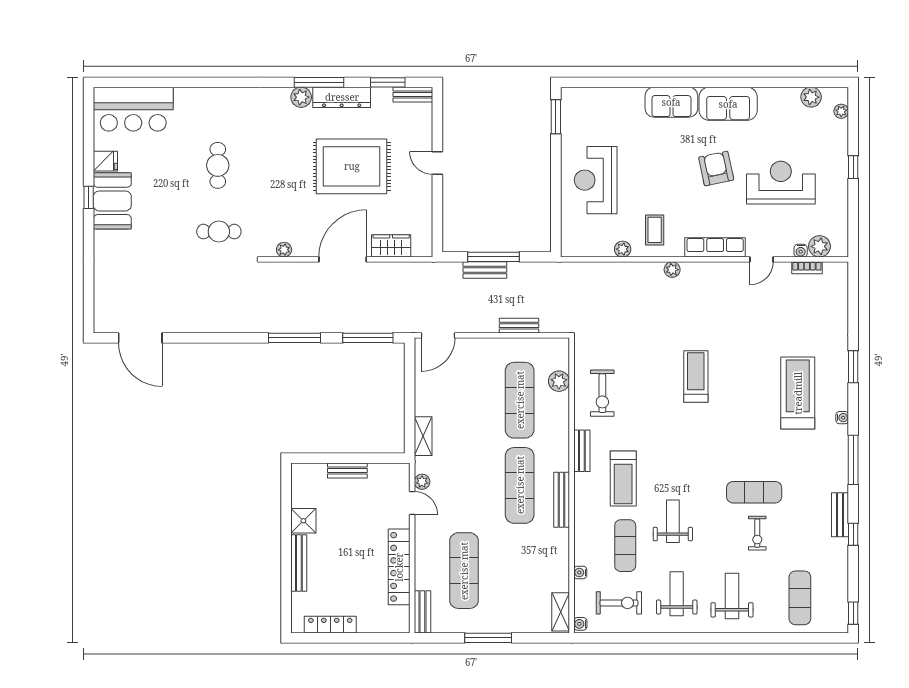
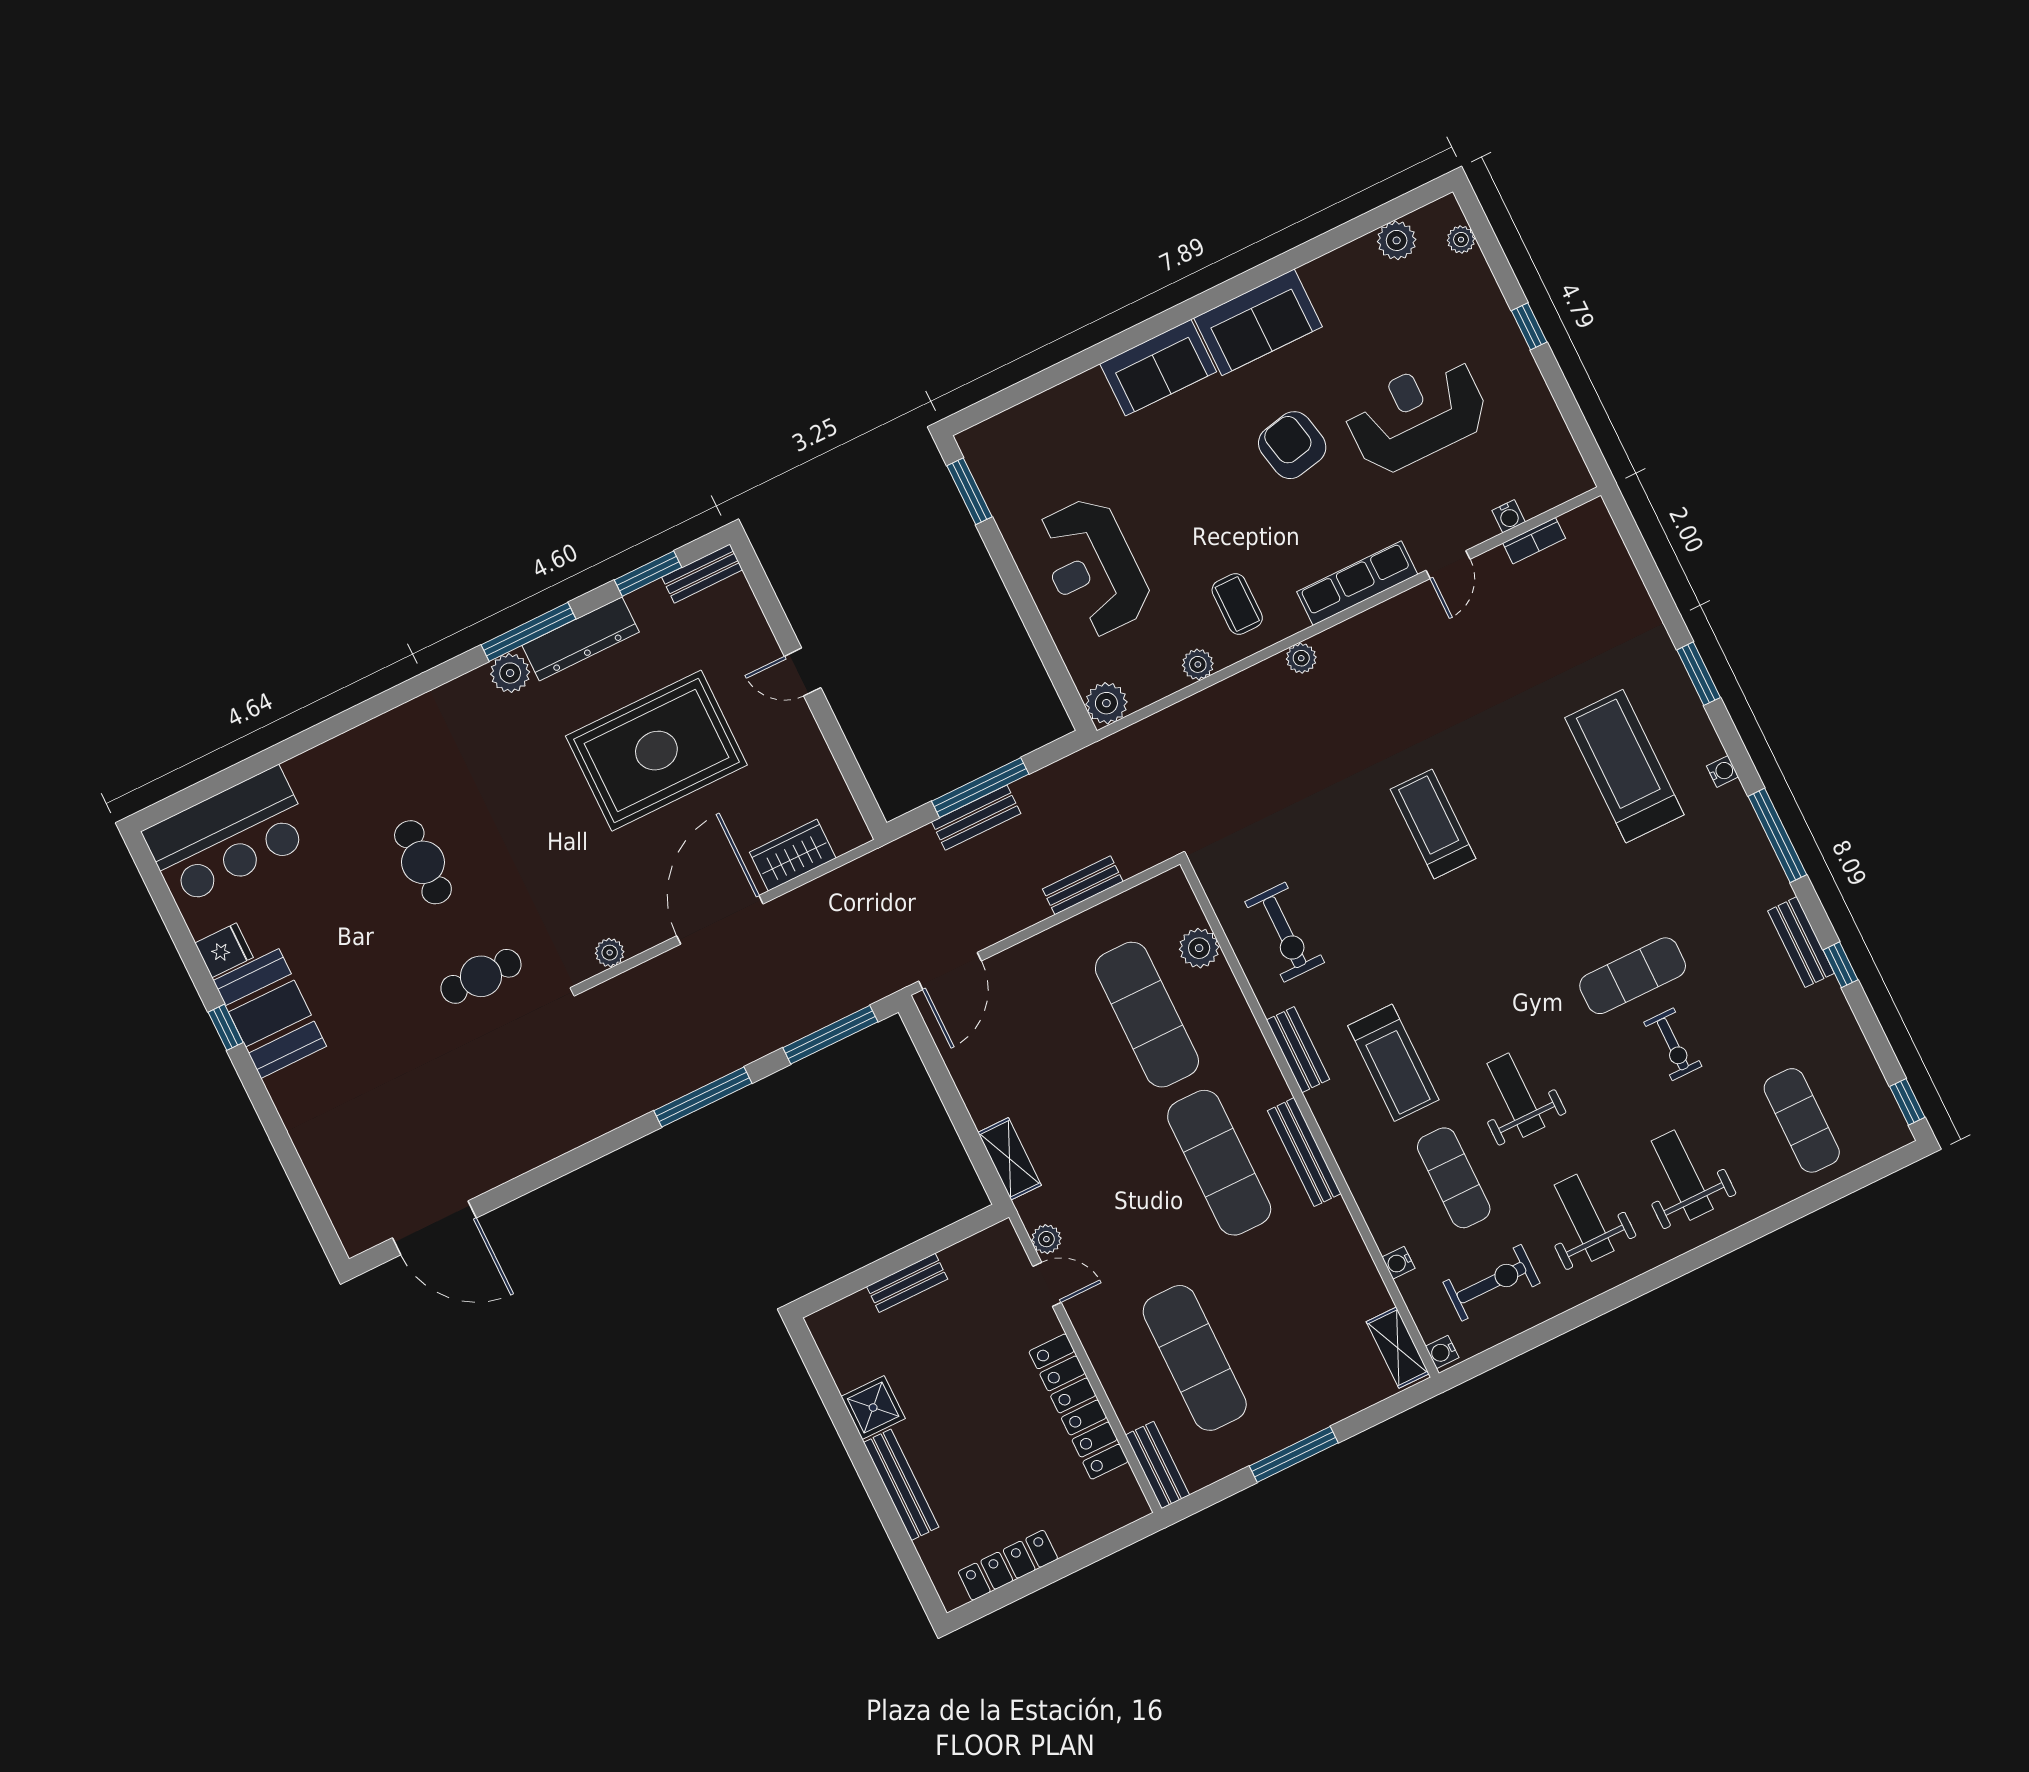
plant: (819, 246) -> (1106, 703), moved

